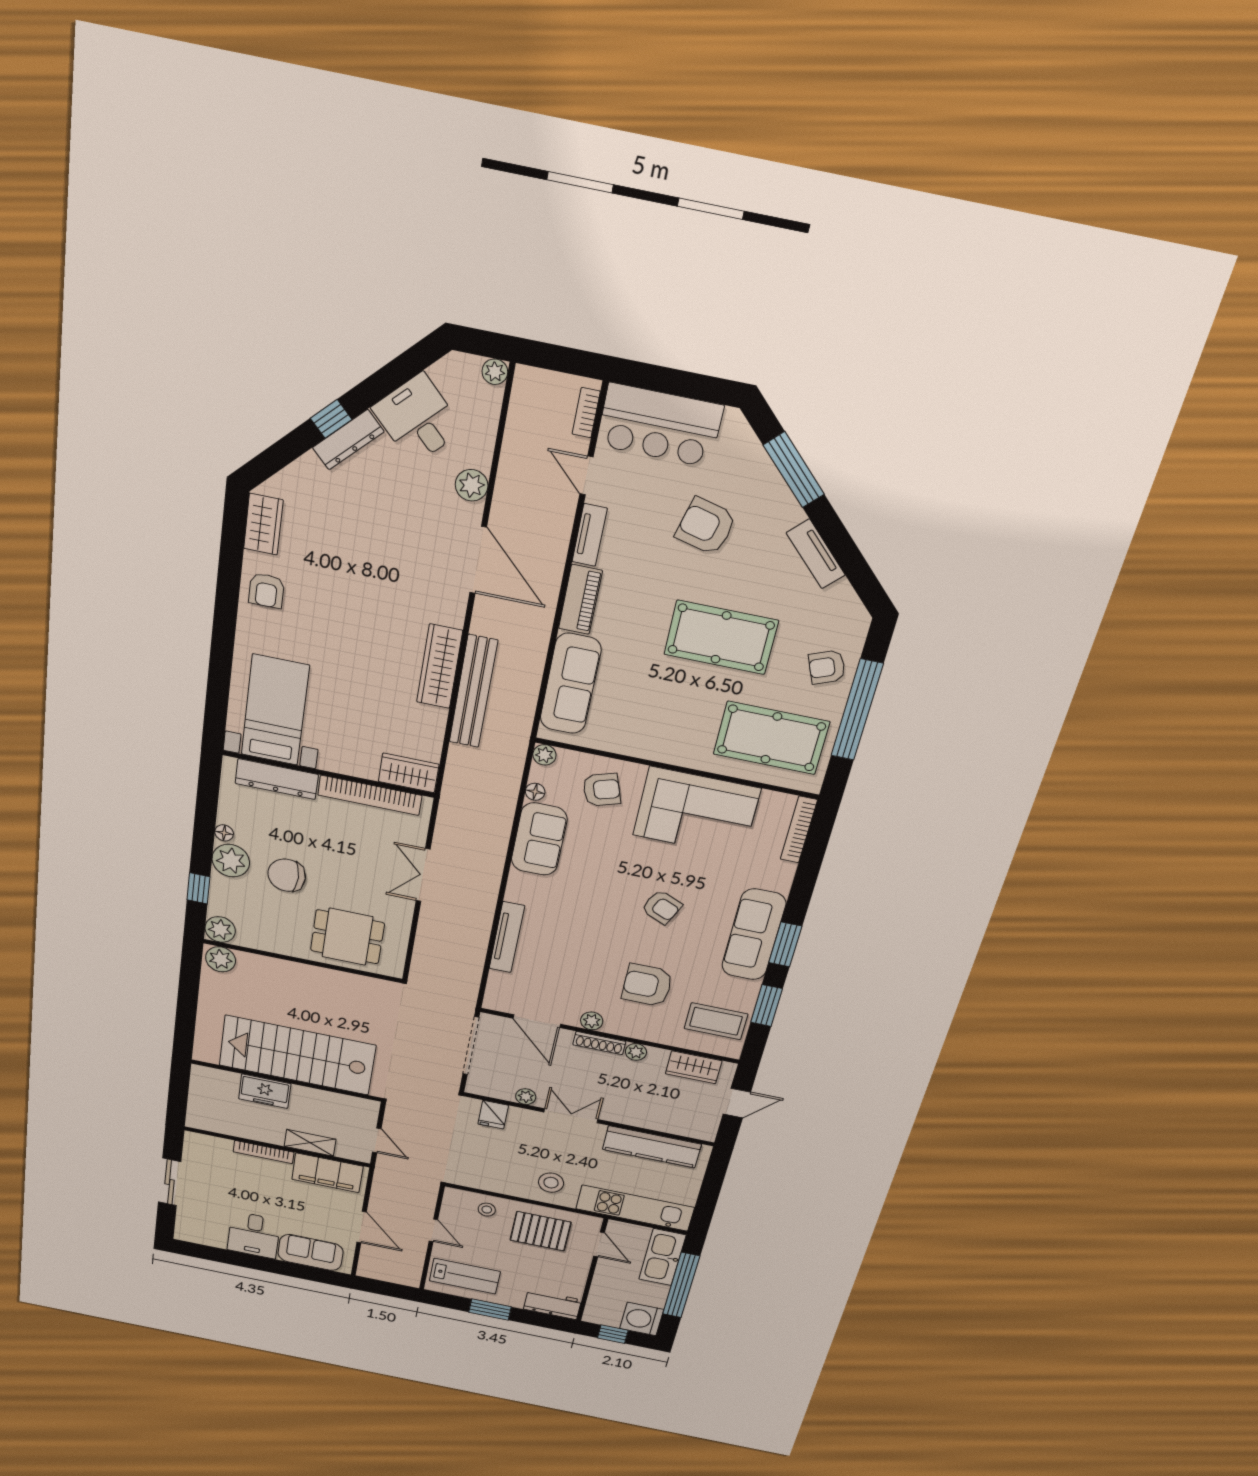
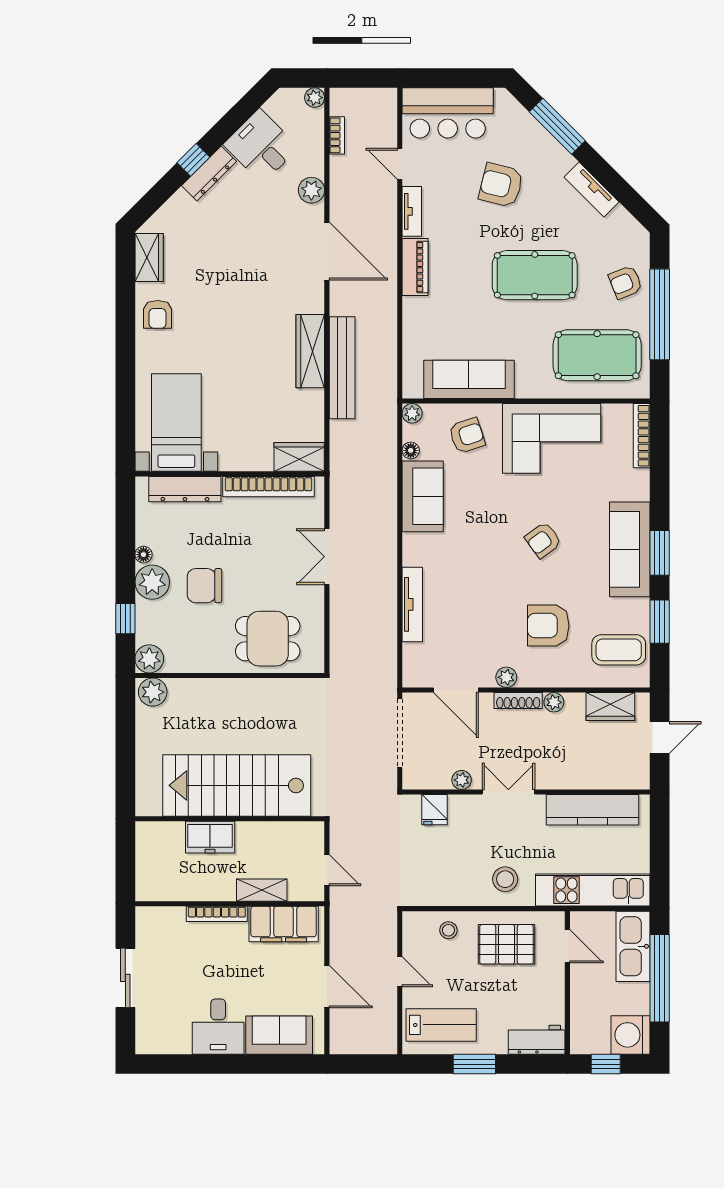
bookcase: (586, 413) -> (337, 135), moved, turned 180
sofa: (570, 684) -> (469, 379), moved, turned -90
armchair: (662, 907) -> (543, 540), turned 120

